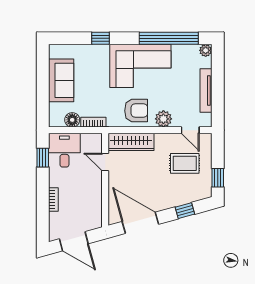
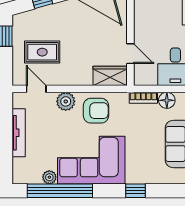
plant: (206, 50) -> (49, 177), moved
armchair: (136, 111) -> (96, 111), turned 180
wardrobe: (131, 142) -> (110, 76), width x0.67

